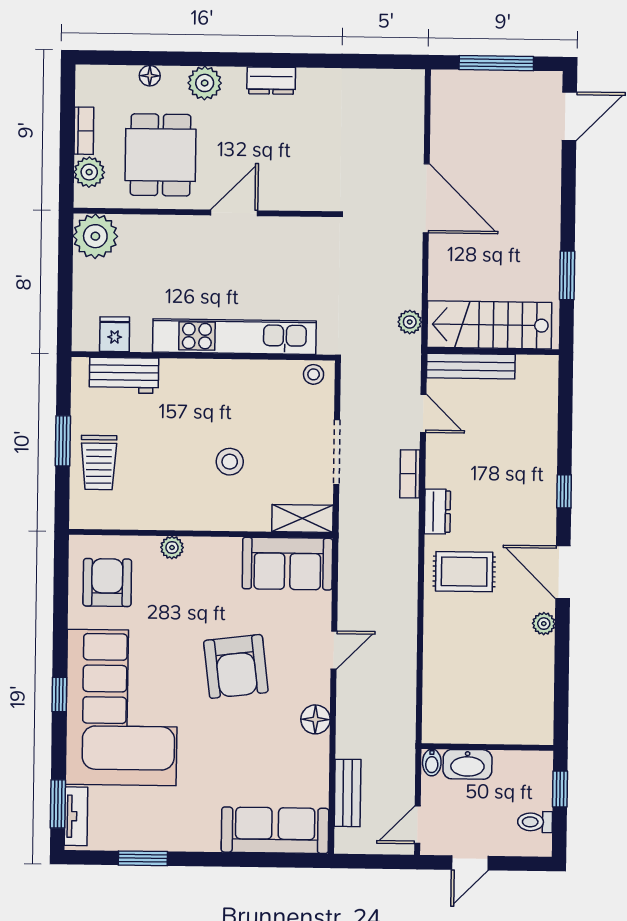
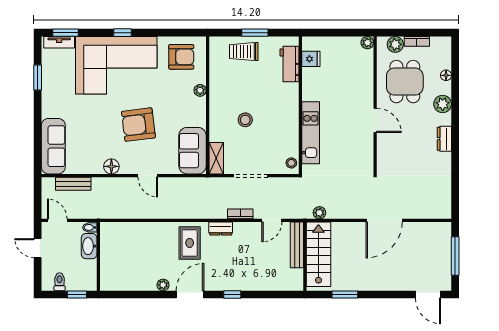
dining table: (161, 155) -> (405, 82), turned 90
plant: (95, 236) -> (367, 43), width x0.53, depth x0.53
kitchen unit: (234, 337) -> (311, 133), width x0.73

